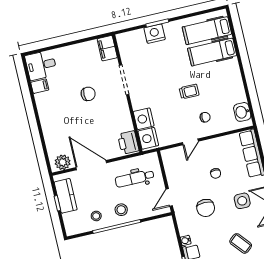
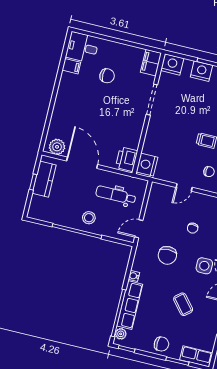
chair: (88, 94) -> (107, 76), moved
nightstand: (144, 119) -> (172, 64), moved, turned 90
stool: (96, 216) -> (63, 212), removed

